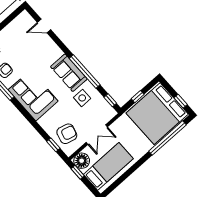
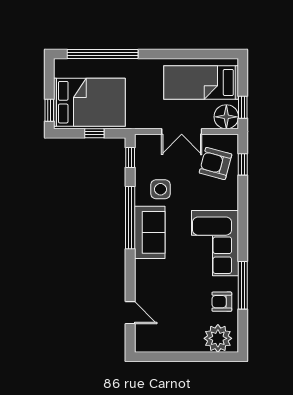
window: (181, 101) -> (49, 110), moved
bed: (157, 114) -> (89, 102), width x0.73
double door: (97, 135) -> (182, 132), swing flipped

